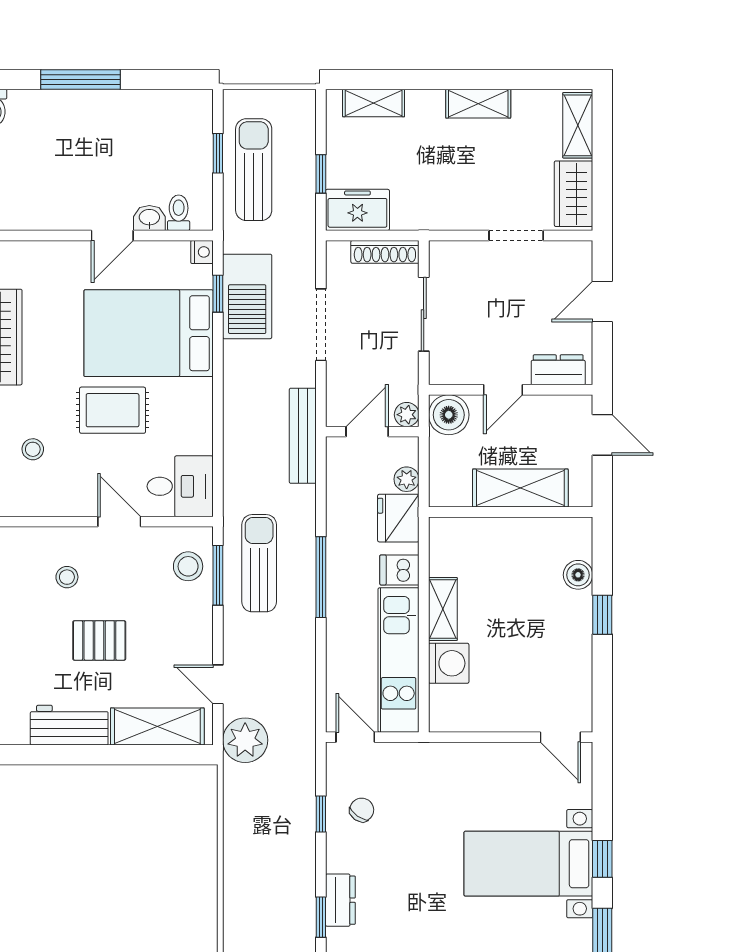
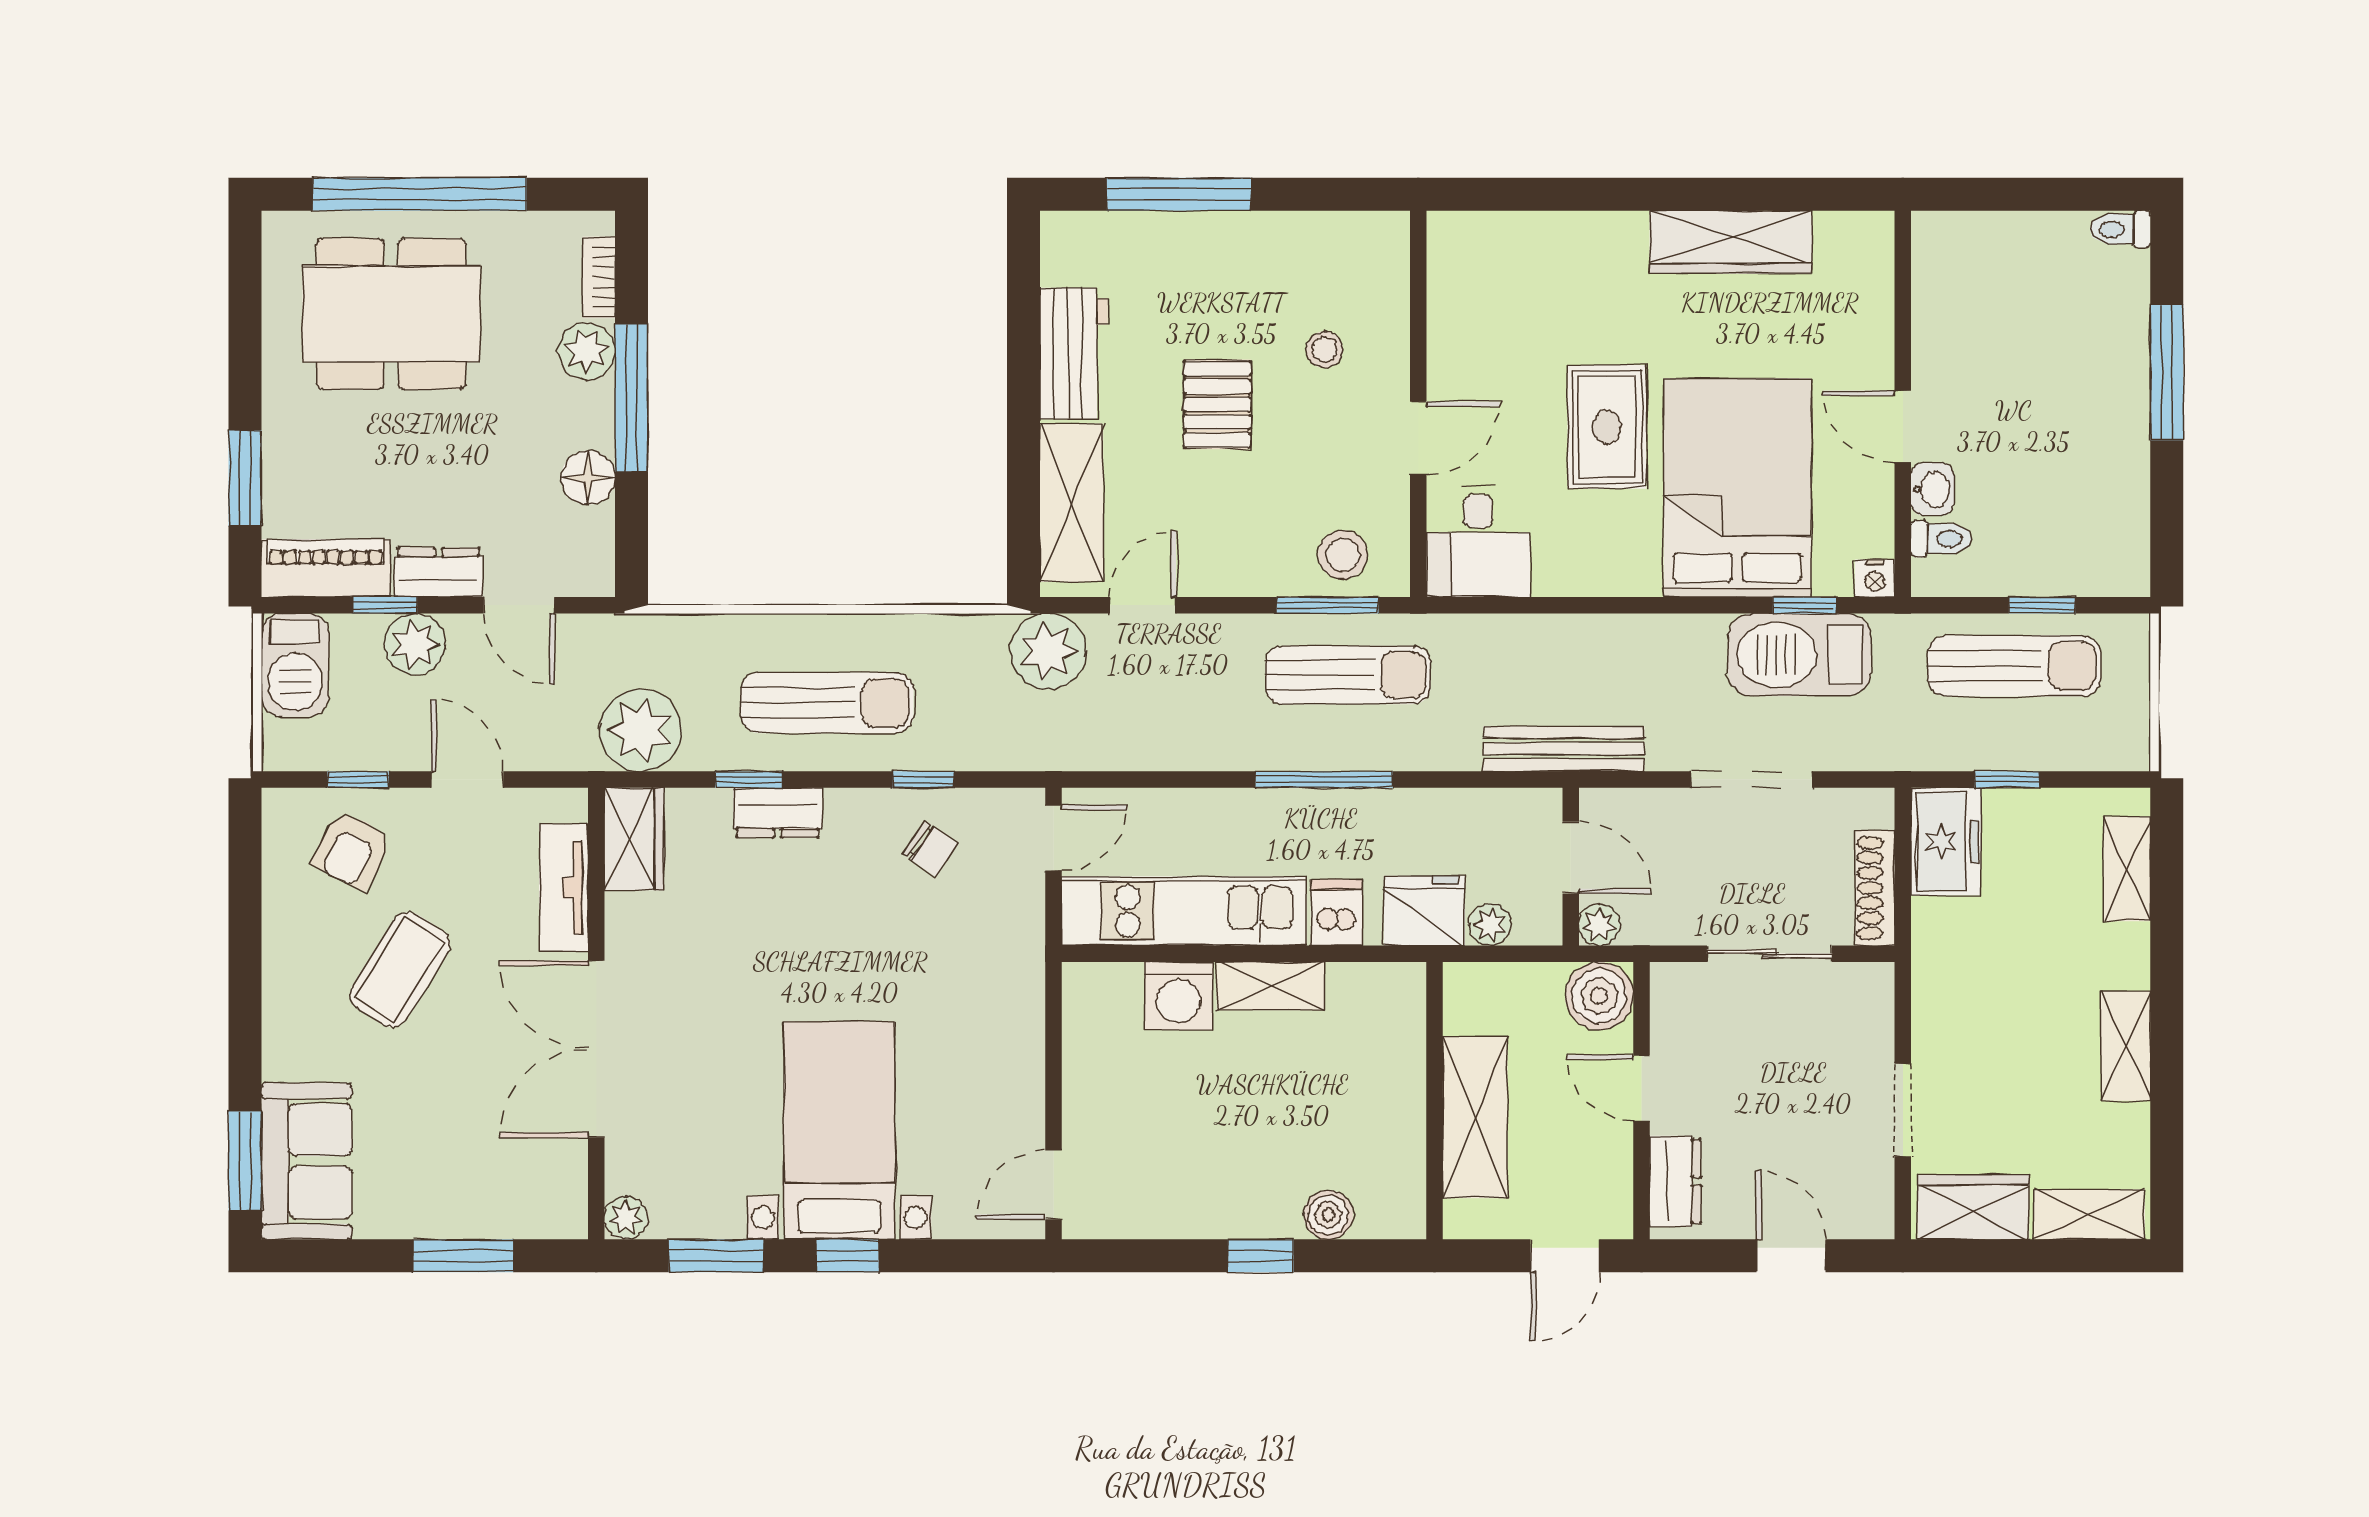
stool: (33, 449) -> (1541, 292), removed
sun lounger: (276, 871) -> (827, 703), added

